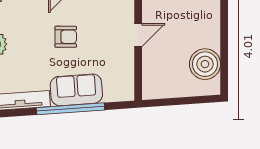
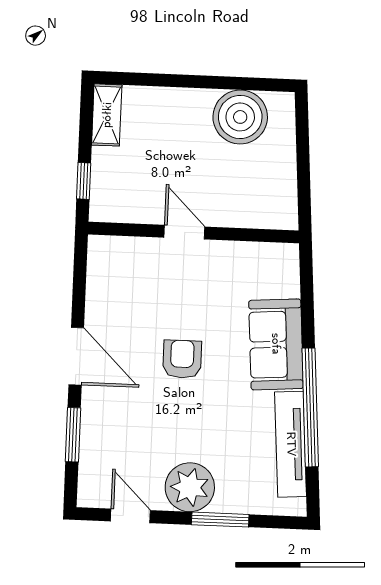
window: (70, 109) -> (310, 407), moved

